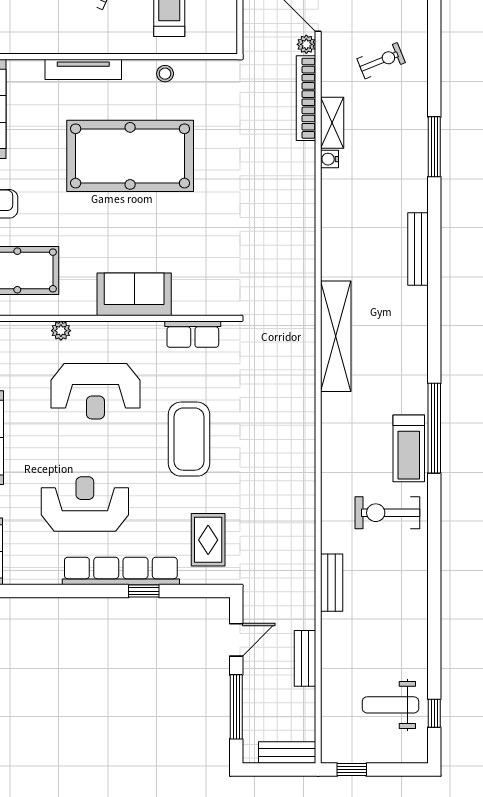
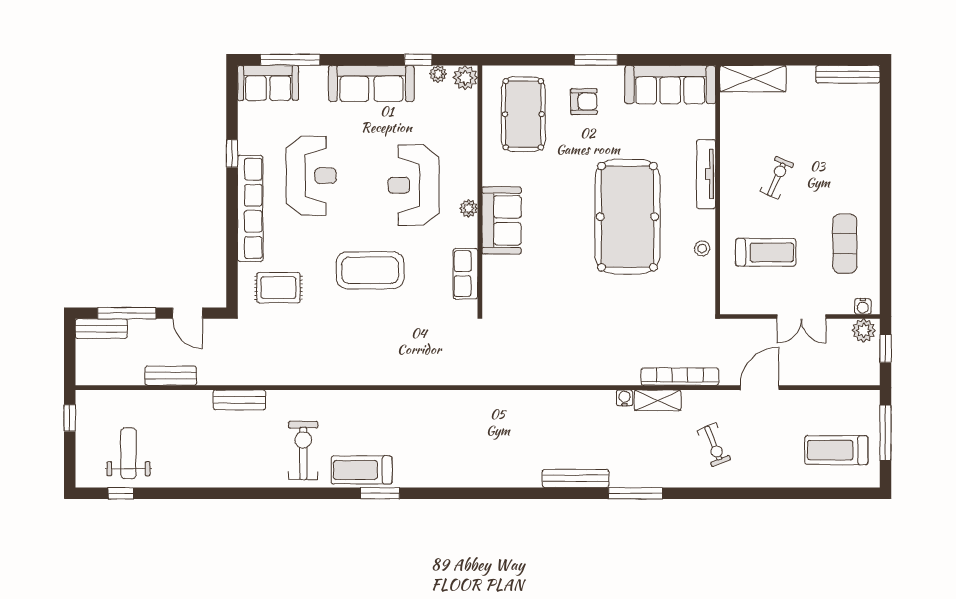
plant: (306, 44) -> (729, 377), removed
bench: (418, 249) -> (576, 478), moved
plant: (61, 331) -> (469, 208), moved
shelving: (336, 336) -> (463, 404), removed
window: (434, 428) -> (380, 493), width x0.47
window: (144, 591) -> (232, 154), moved
bench: (287, 753) -> (101, 329), moved, turned 90

